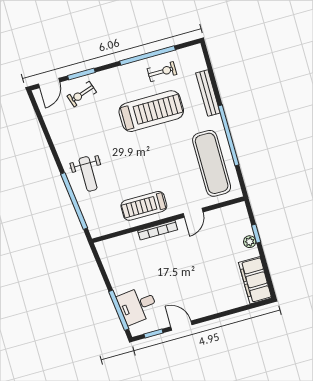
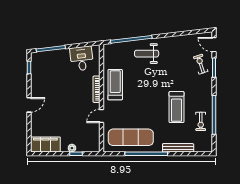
treadmill: (151, 111) -> (177, 107), width x0.73, depth x0.73
door: (193, 213) -> (101, 116), hinge flipped
desk: (138, 305) -> (82, 59), moved
door: (181, 326) -> (29, 105), moved

